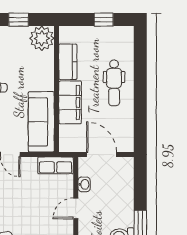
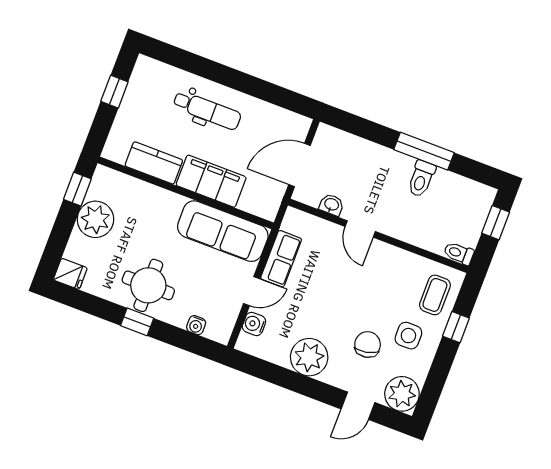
window: (19, 20) -> (77, 189), moved
plant: (42, 38) -> (95, 219), moved
row of seats: (56, 165) -> (281, 259), moved

